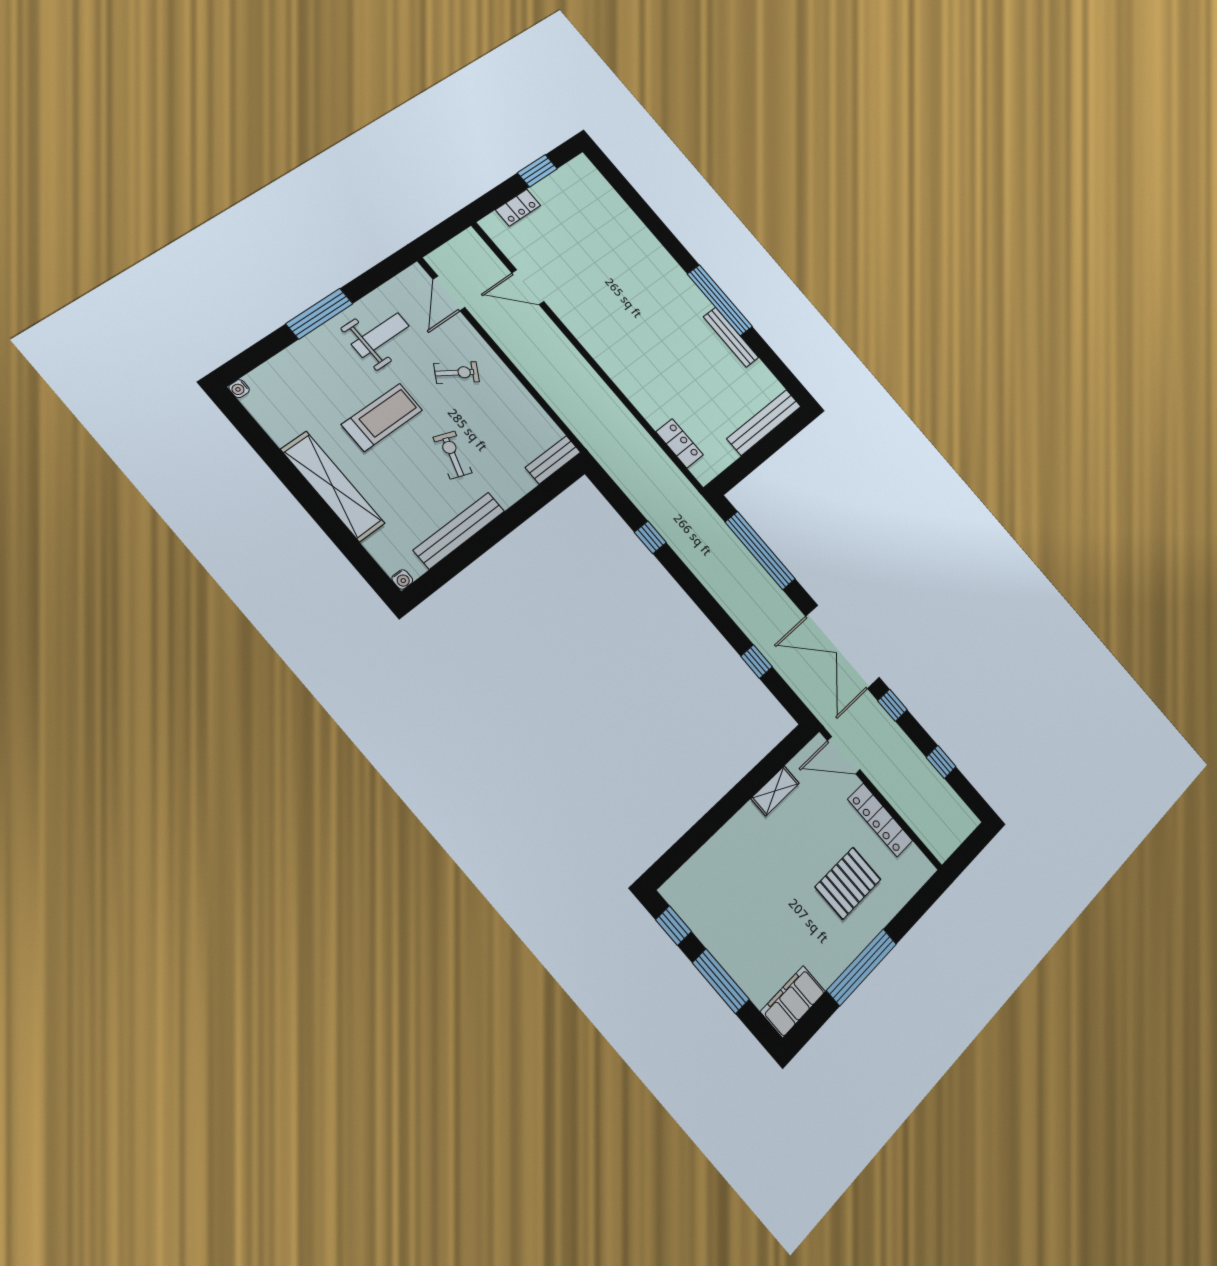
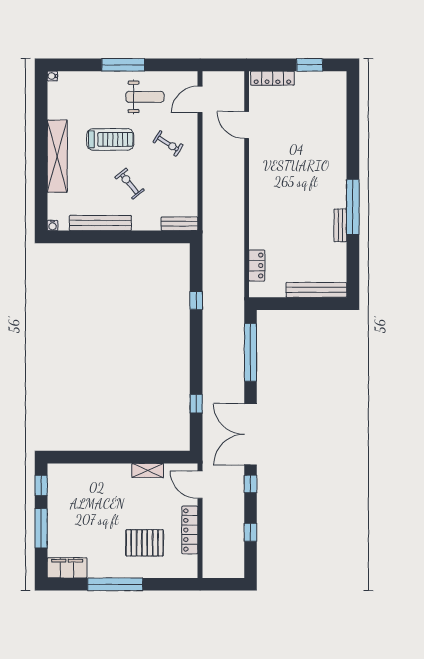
locker: (518, 208) -> (272, 78), width x1.53
bench: (731, 337) -> (340, 225), width x0.73
exercise bike: (453, 455) -> (129, 184), turned -58

